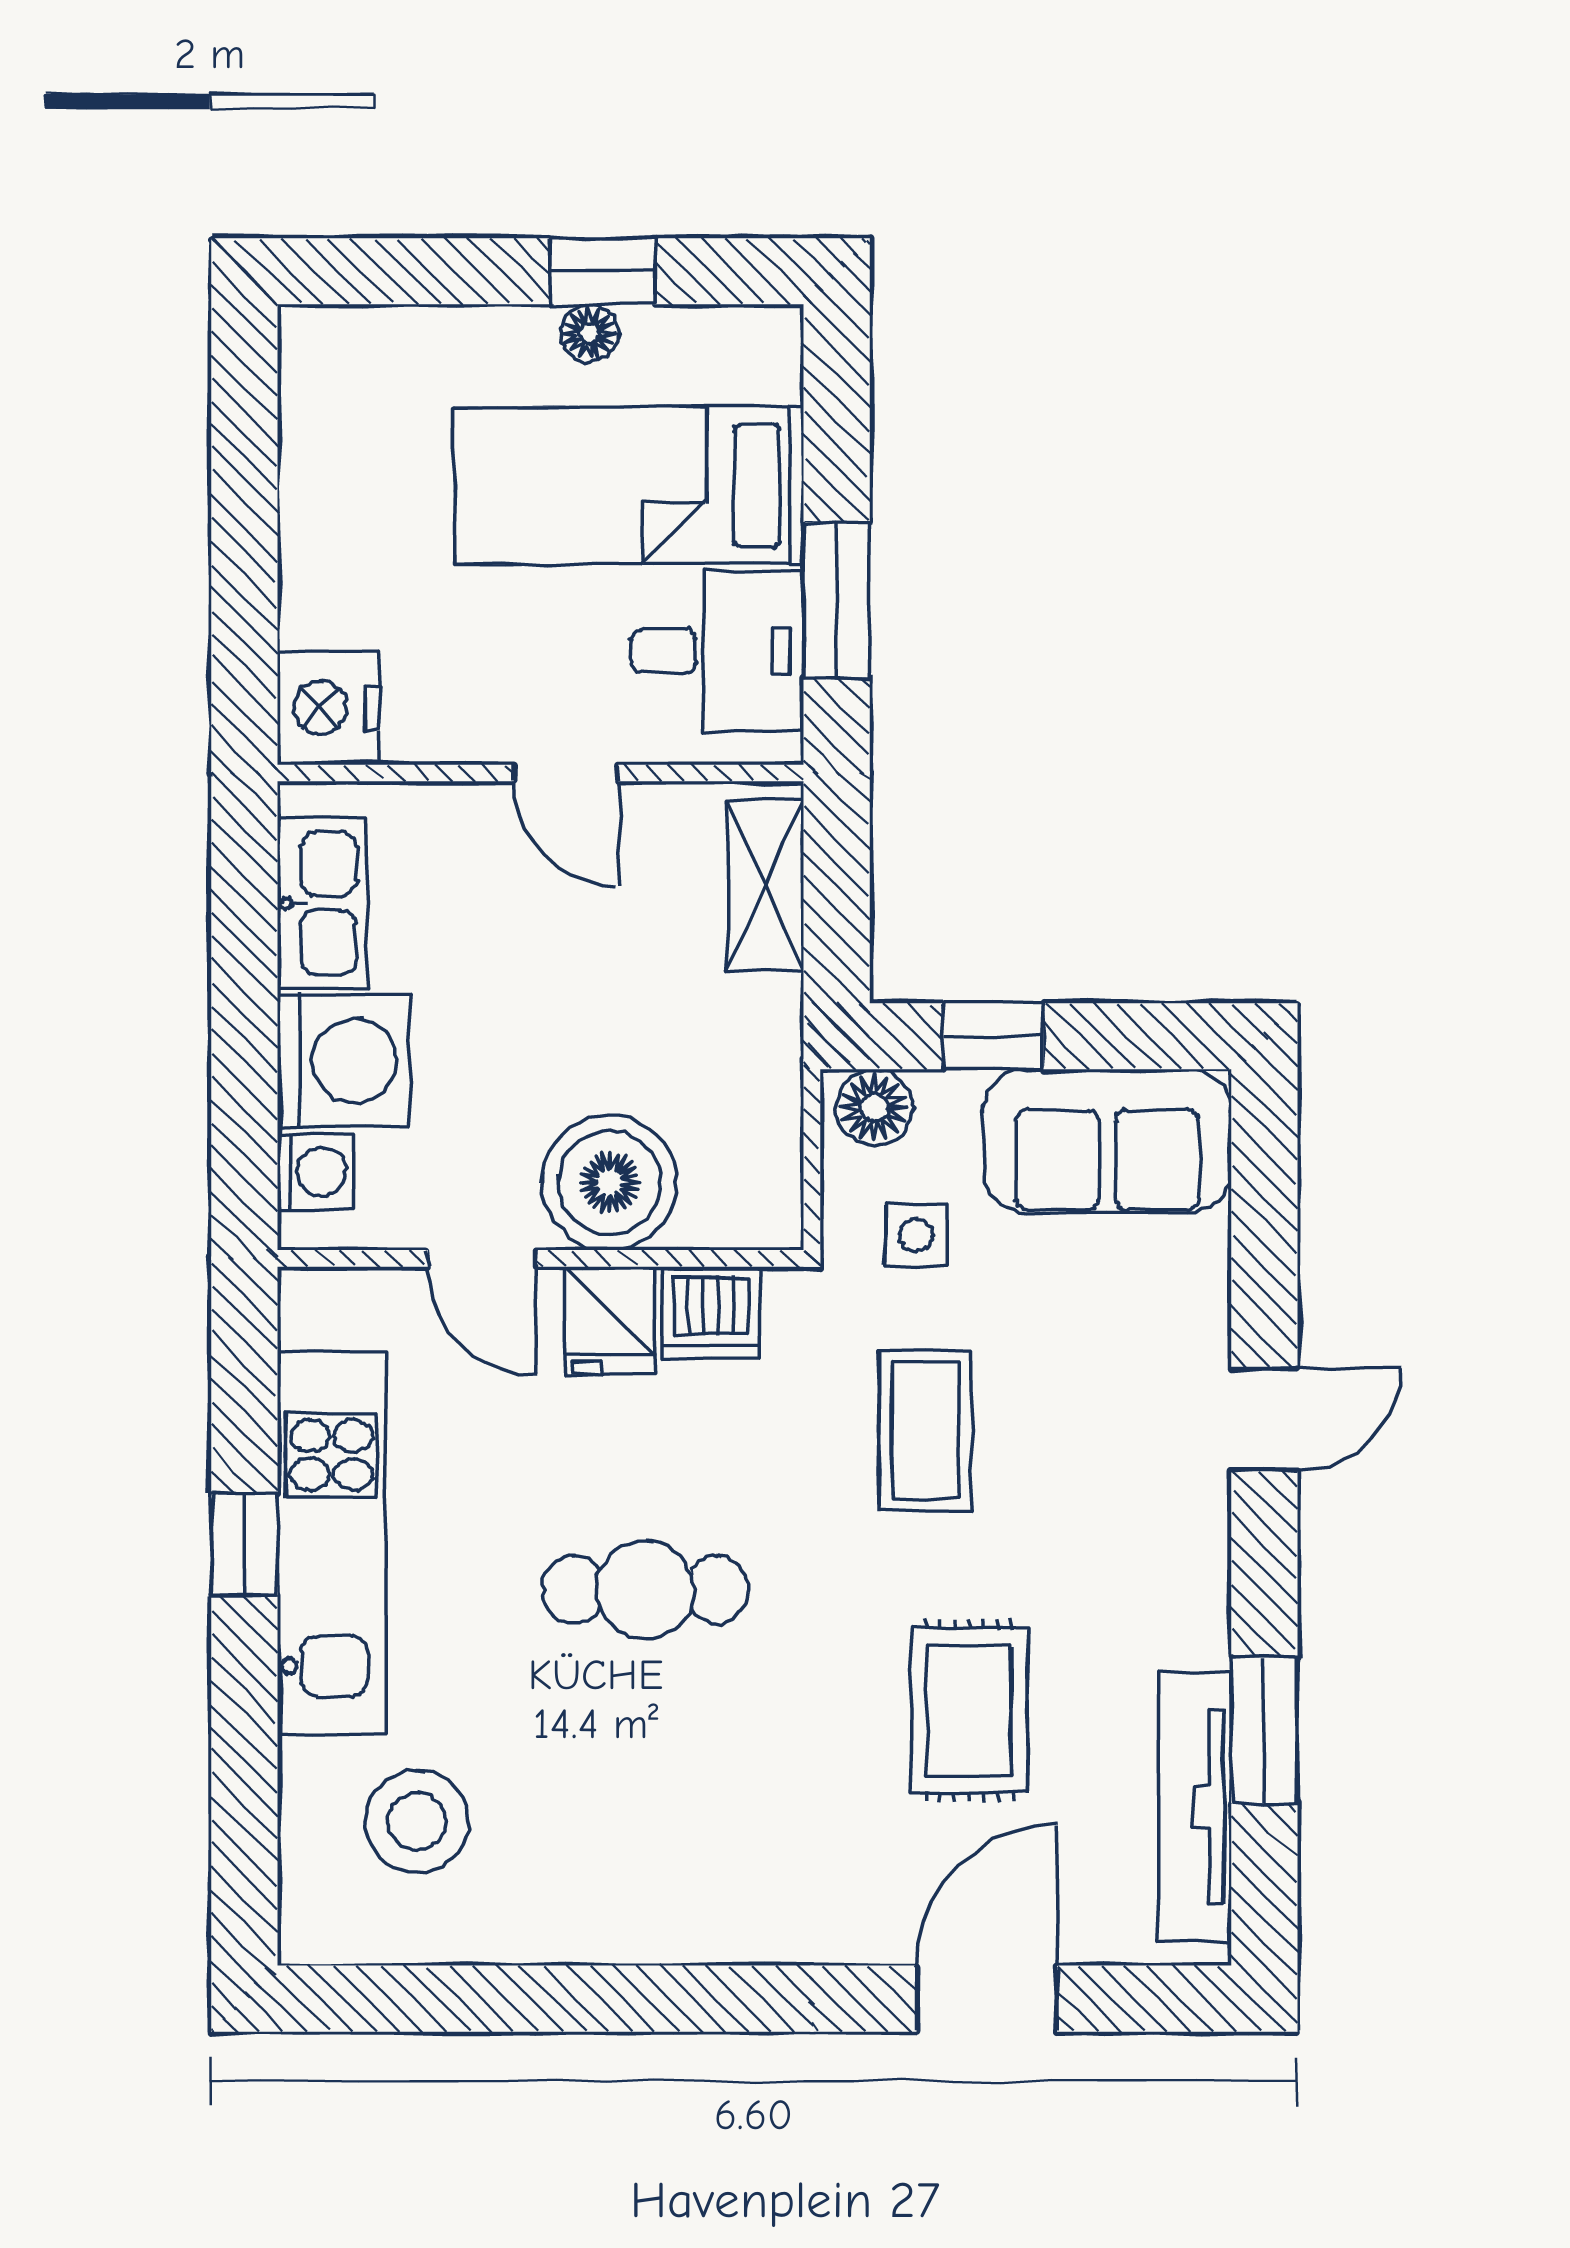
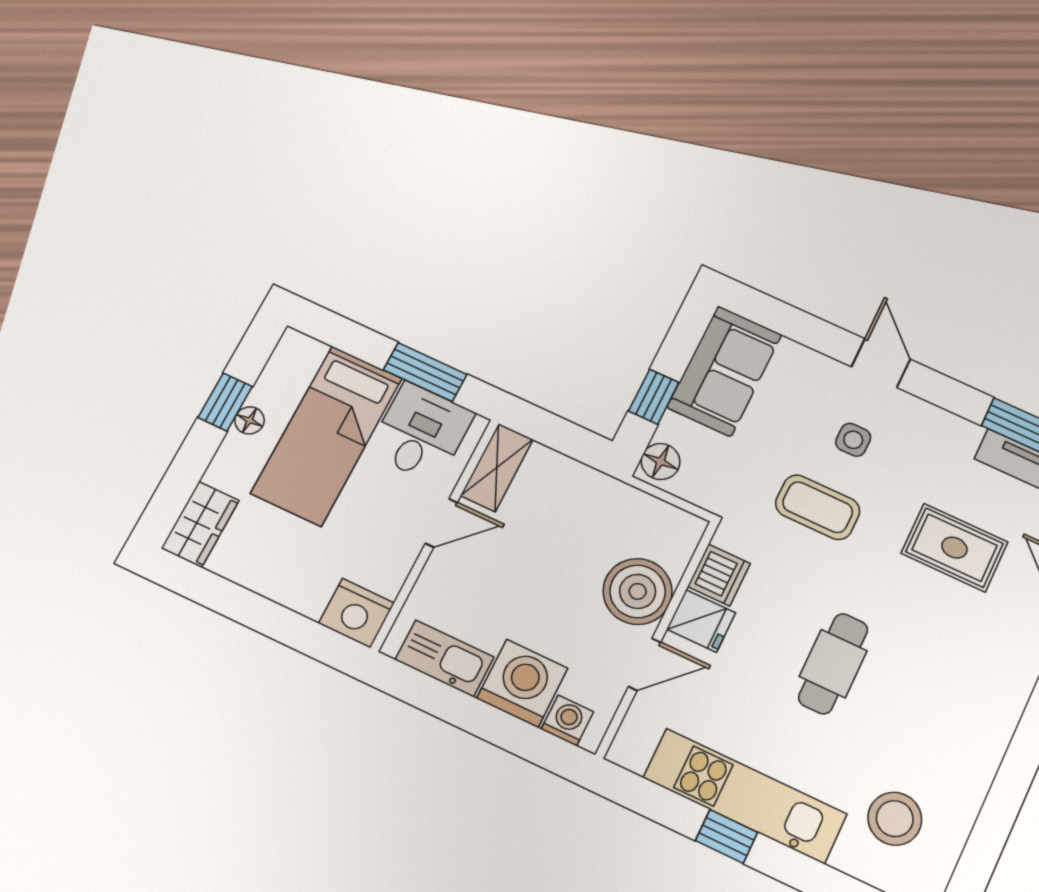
wardrobe: (355, 349) -> (200, 524), added
shelving: (765, 885) -> (497, 468), moved, turned 90
side table: (916, 1235) -> (853, 440), moved

